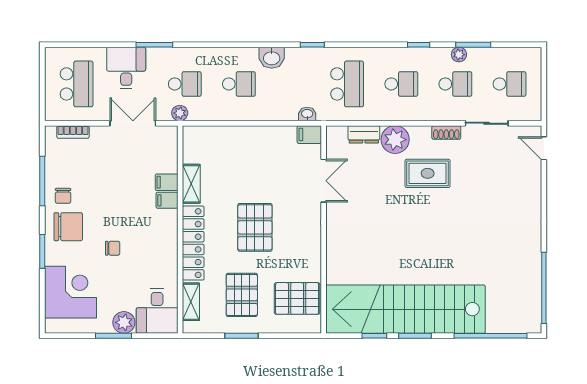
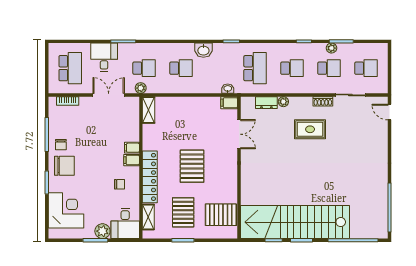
plant: (395, 140) -> (283, 102), width x0.53, depth x0.53
filing cabinet: (167, 182) -> (132, 160), moved
shelving: (191, 184) -> (148, 110), moved
chair: (113, 248) -> (119, 184), moved

